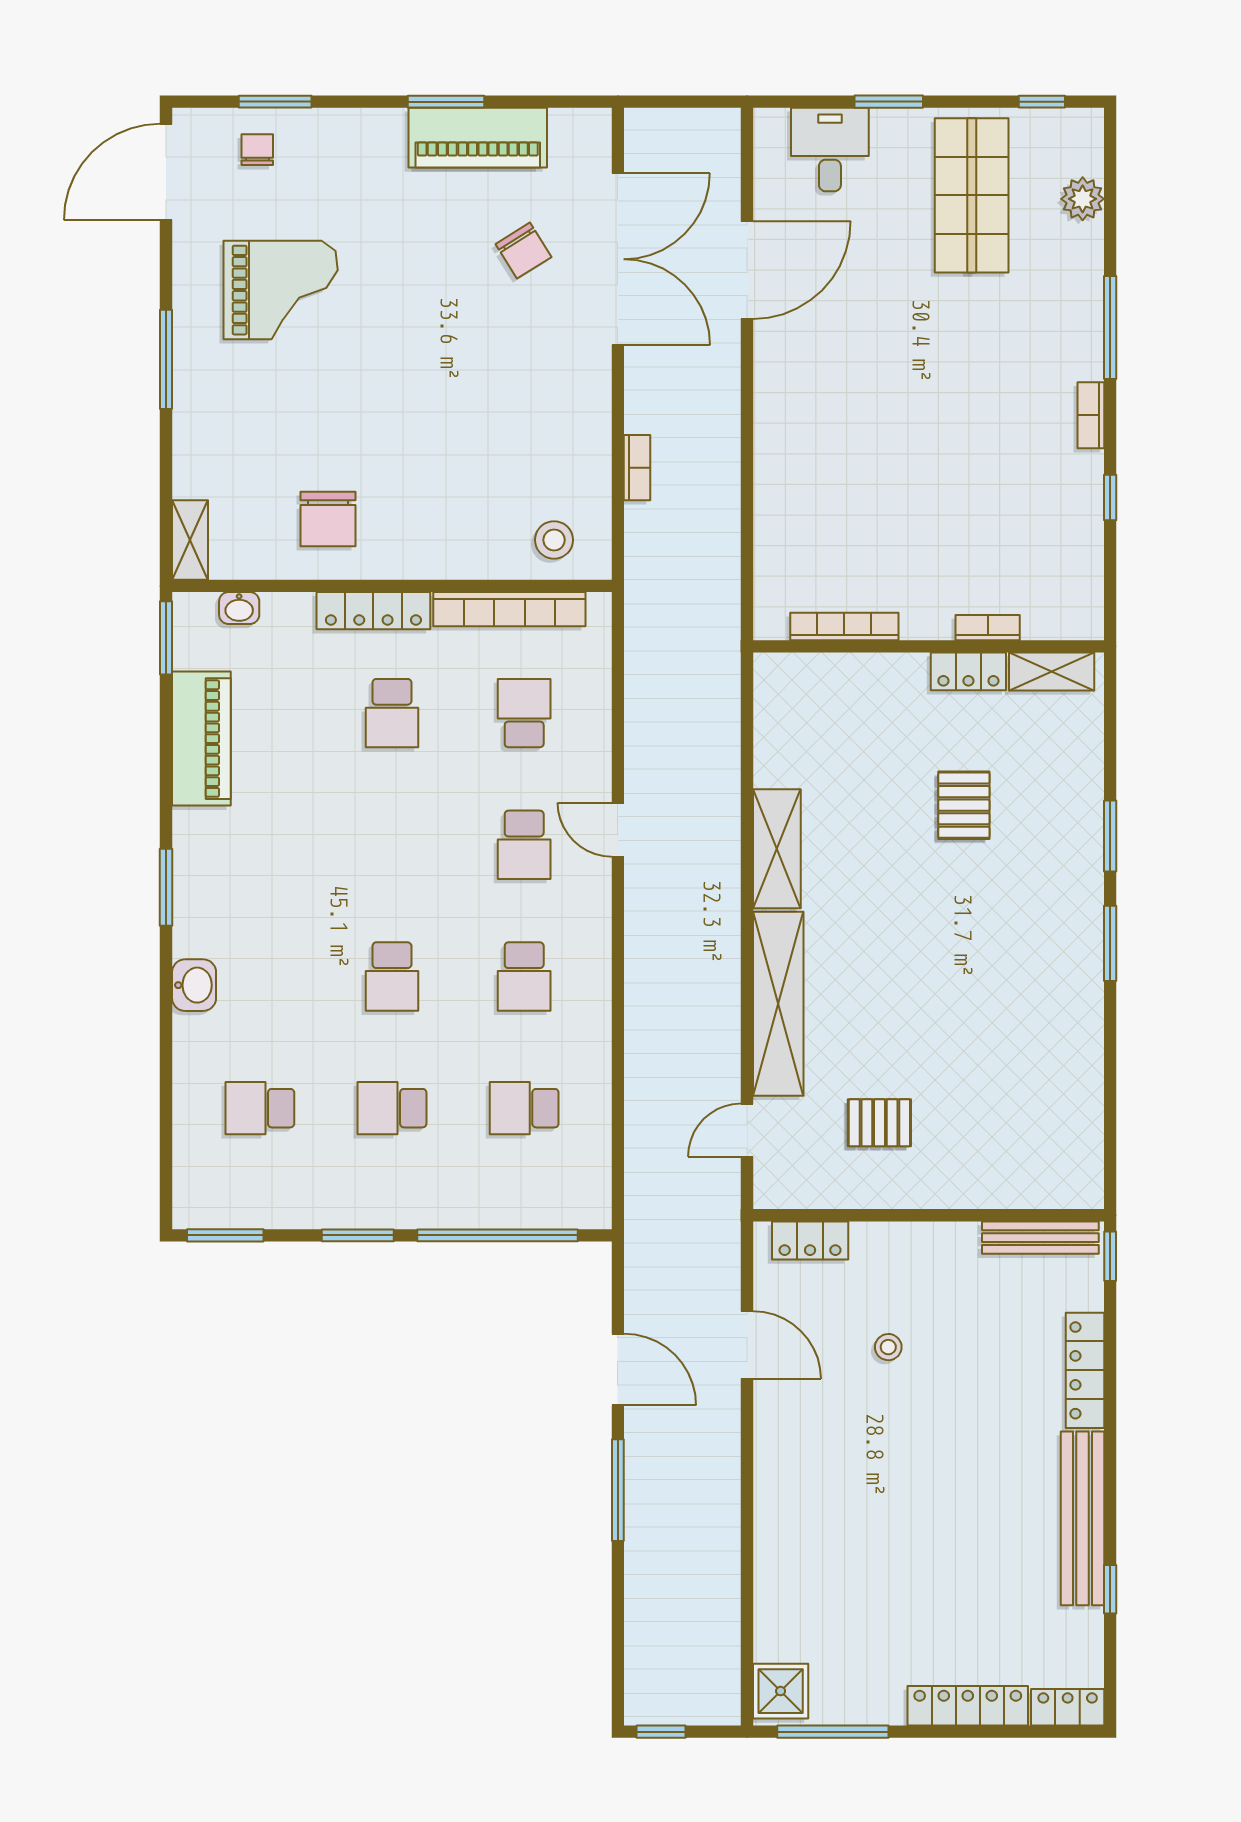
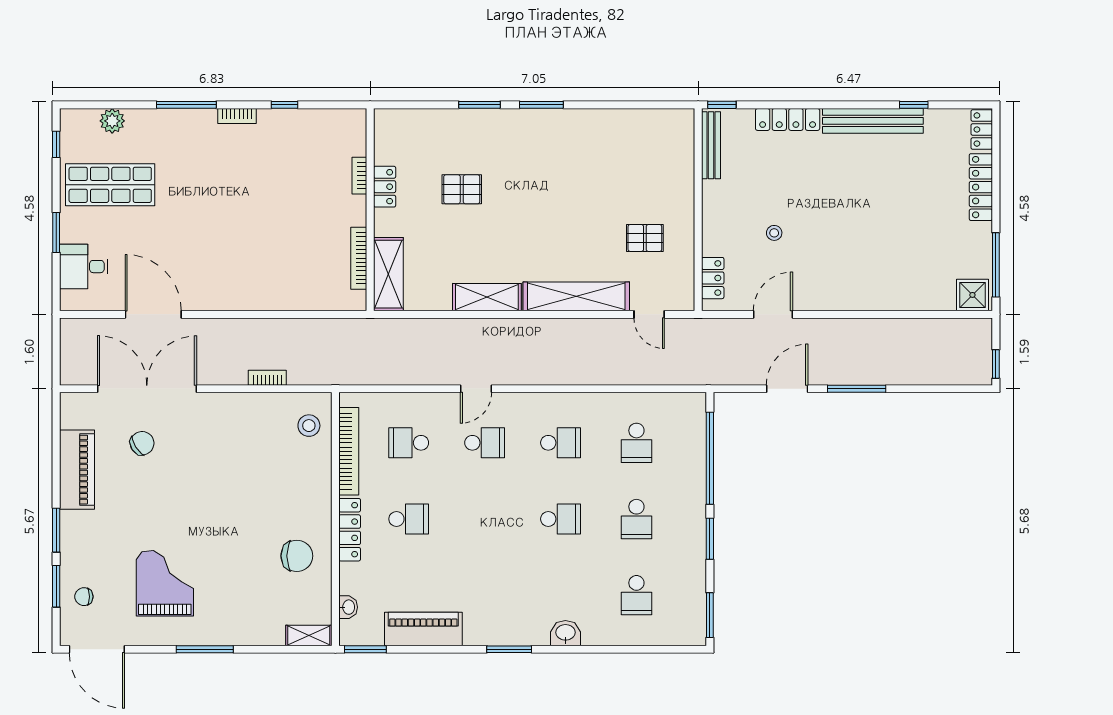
window: (446, 102) -> (56, 530), moved
shelving: (1052, 671) -> (388, 274), moved, width x1.50, depth x1.33
pallet: (879, 1123) -> (645, 238), turned 90

